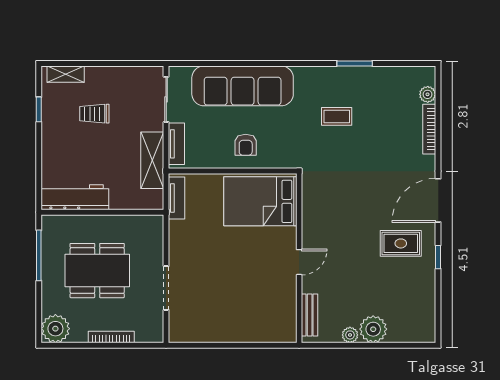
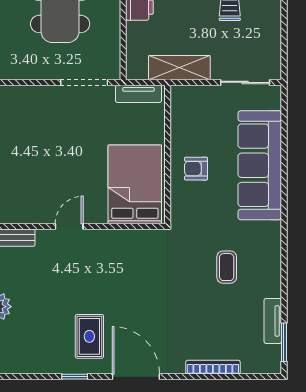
window: (355, 63) -> (284, 342), moved
plant: (428, 94) -> (251, 365), removed
tv unit: (176, 144) -> (273, 321), moved, turned 90
door: (299, 262) -> (69, 226), swing flipped
doorway: (166, 288) -> (84, 82), moved

